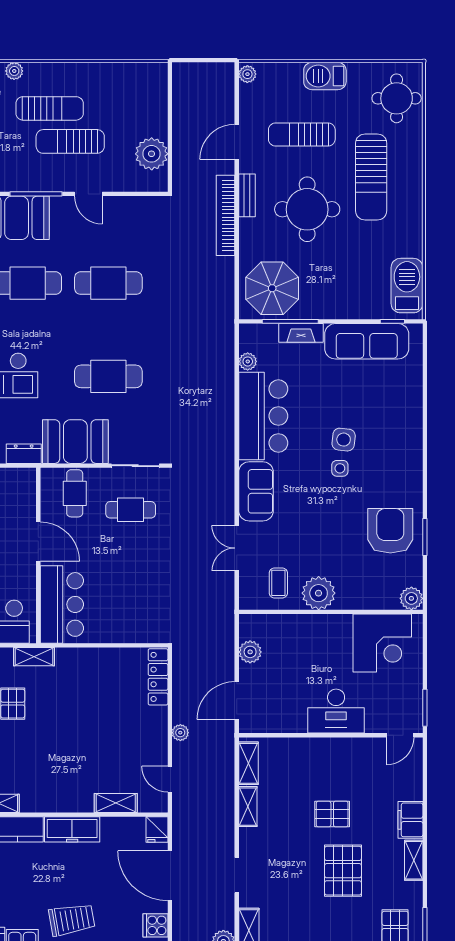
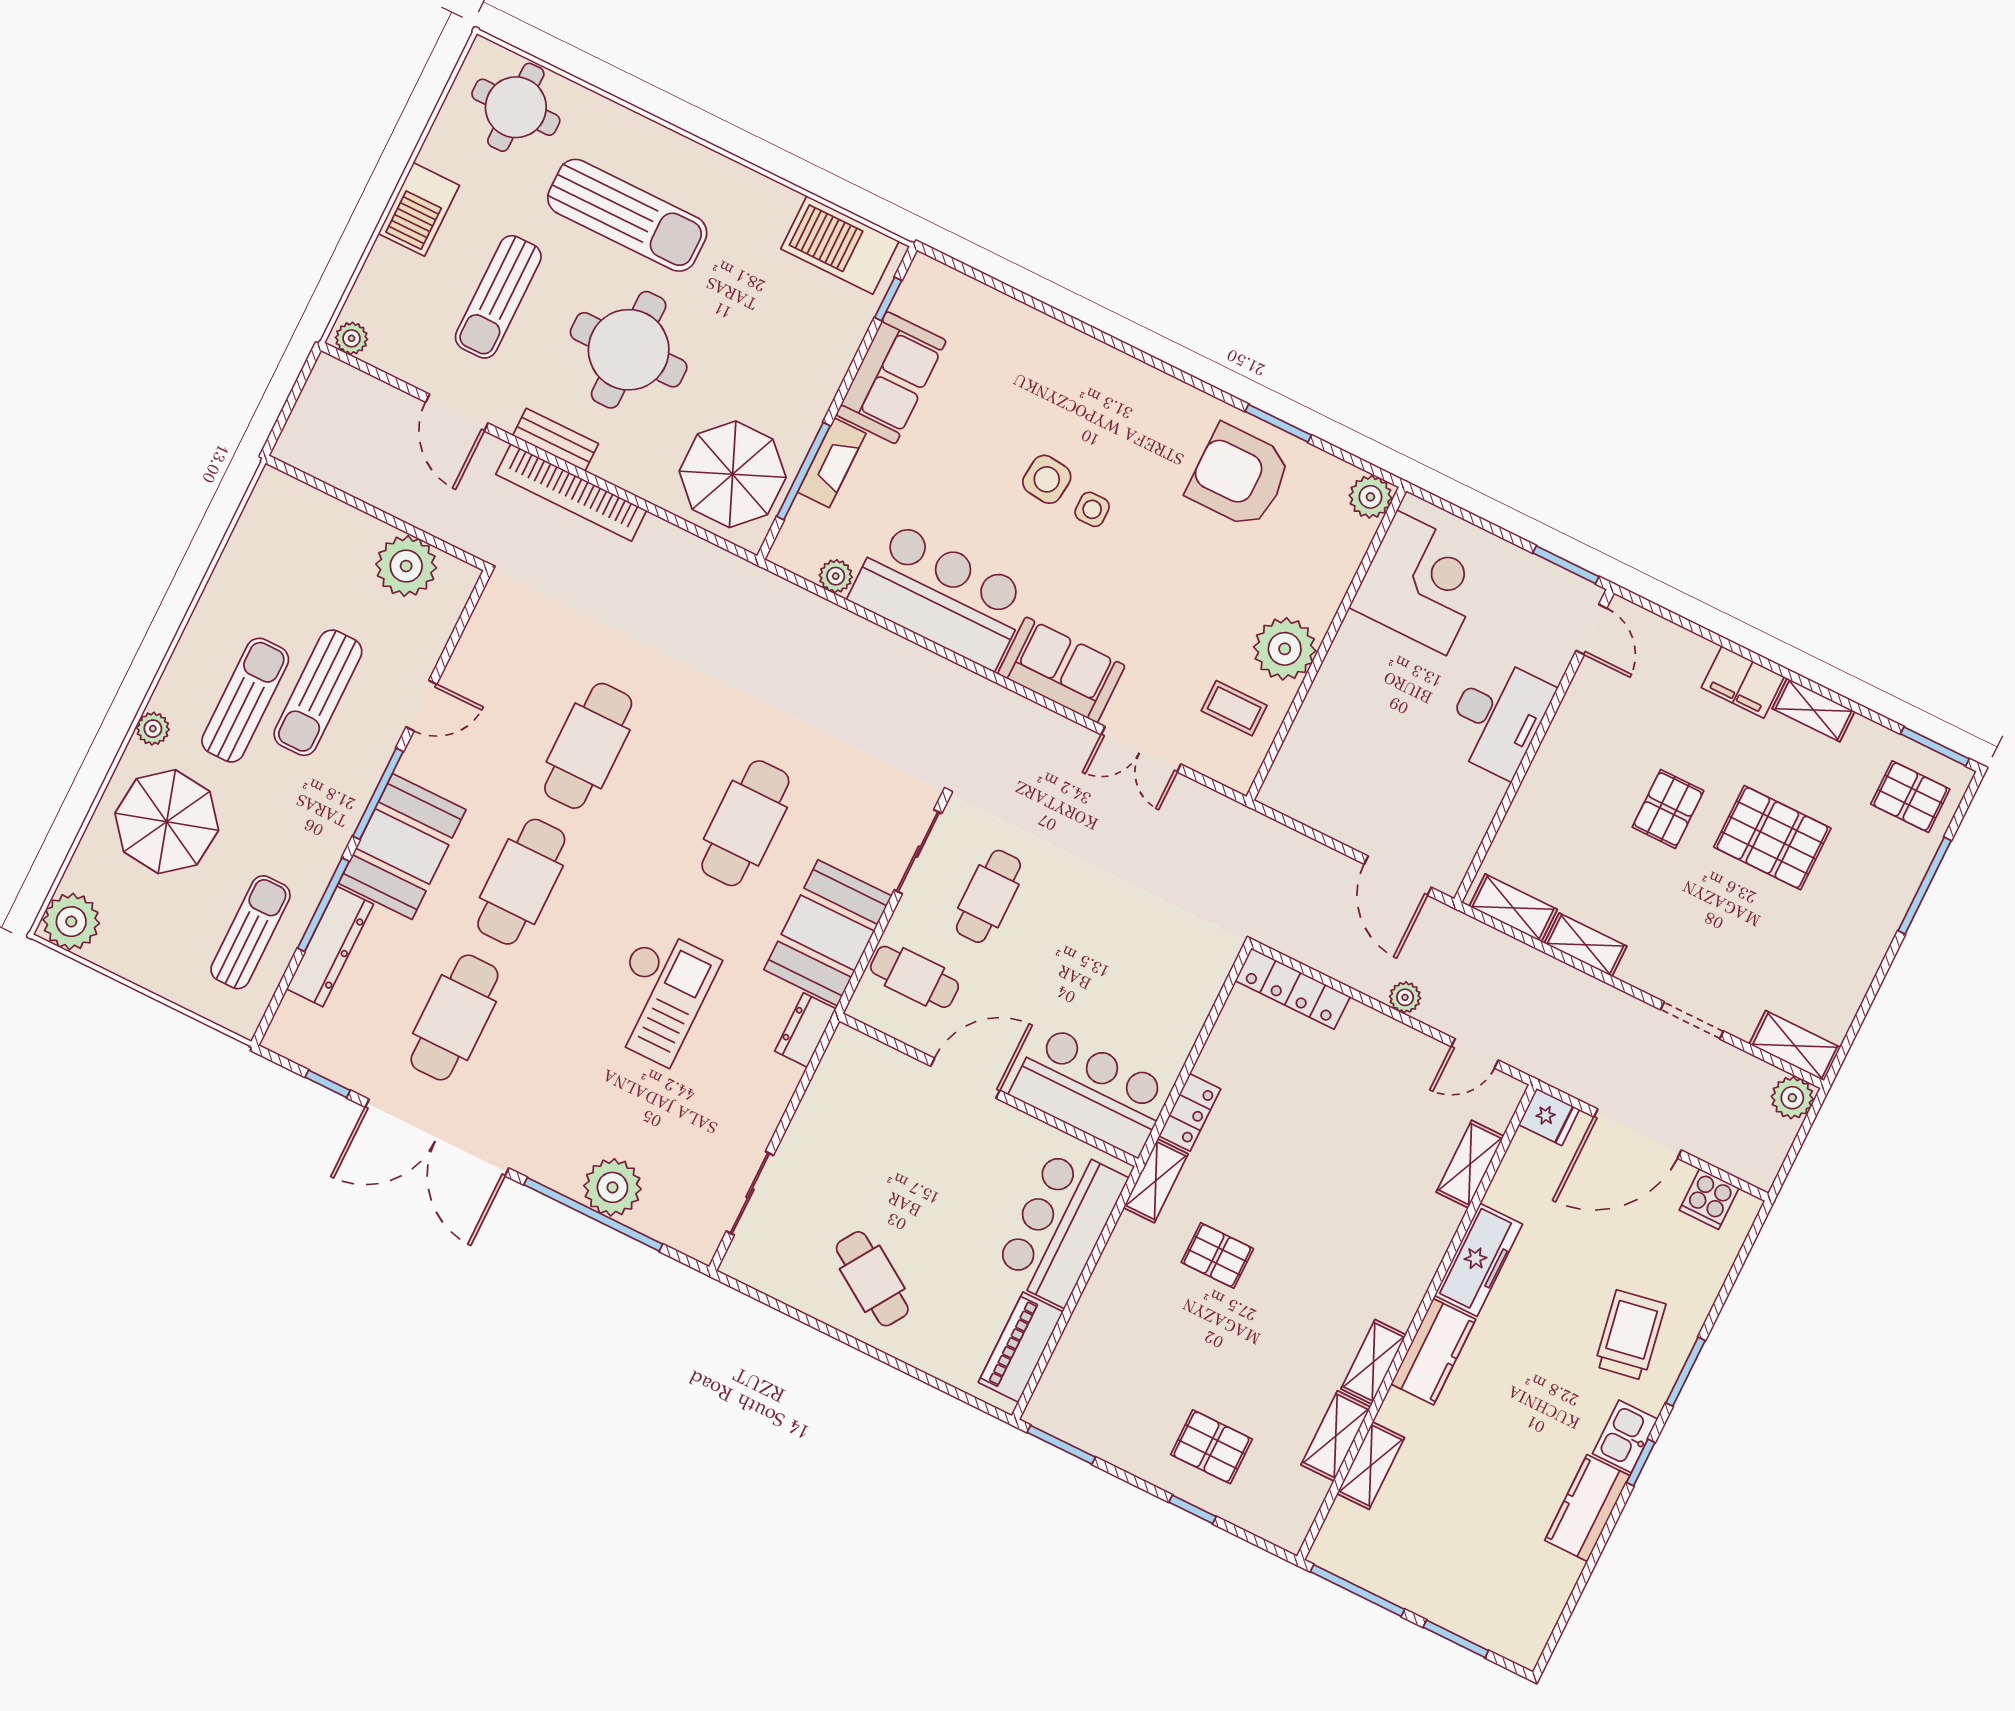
sofa: (367, 341) -> (891, 378), width x0.73
plant: (250, 652) -> (1327, 813), removed
locker: (75, 657) -> (1190, 1112), added

